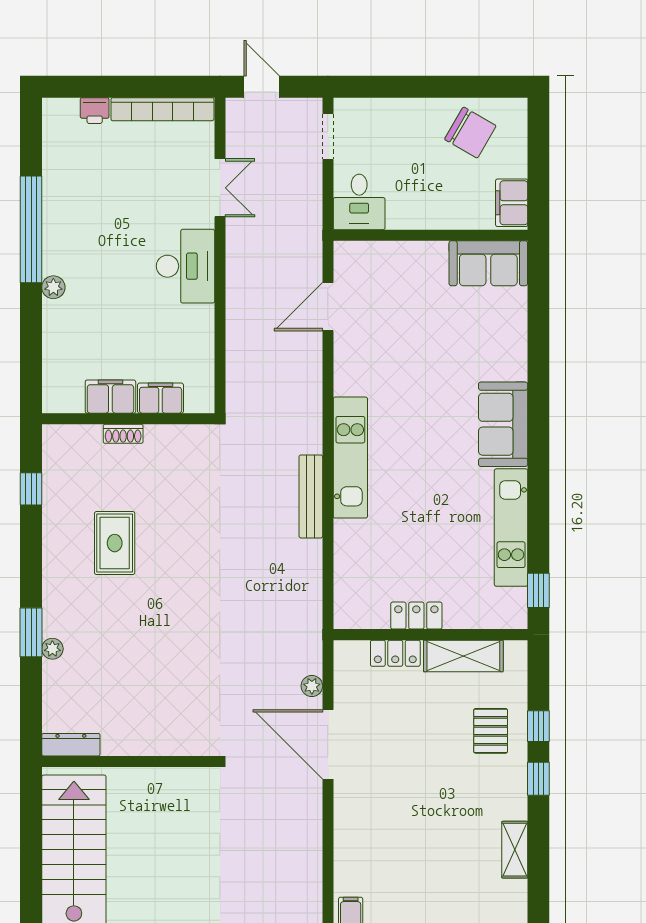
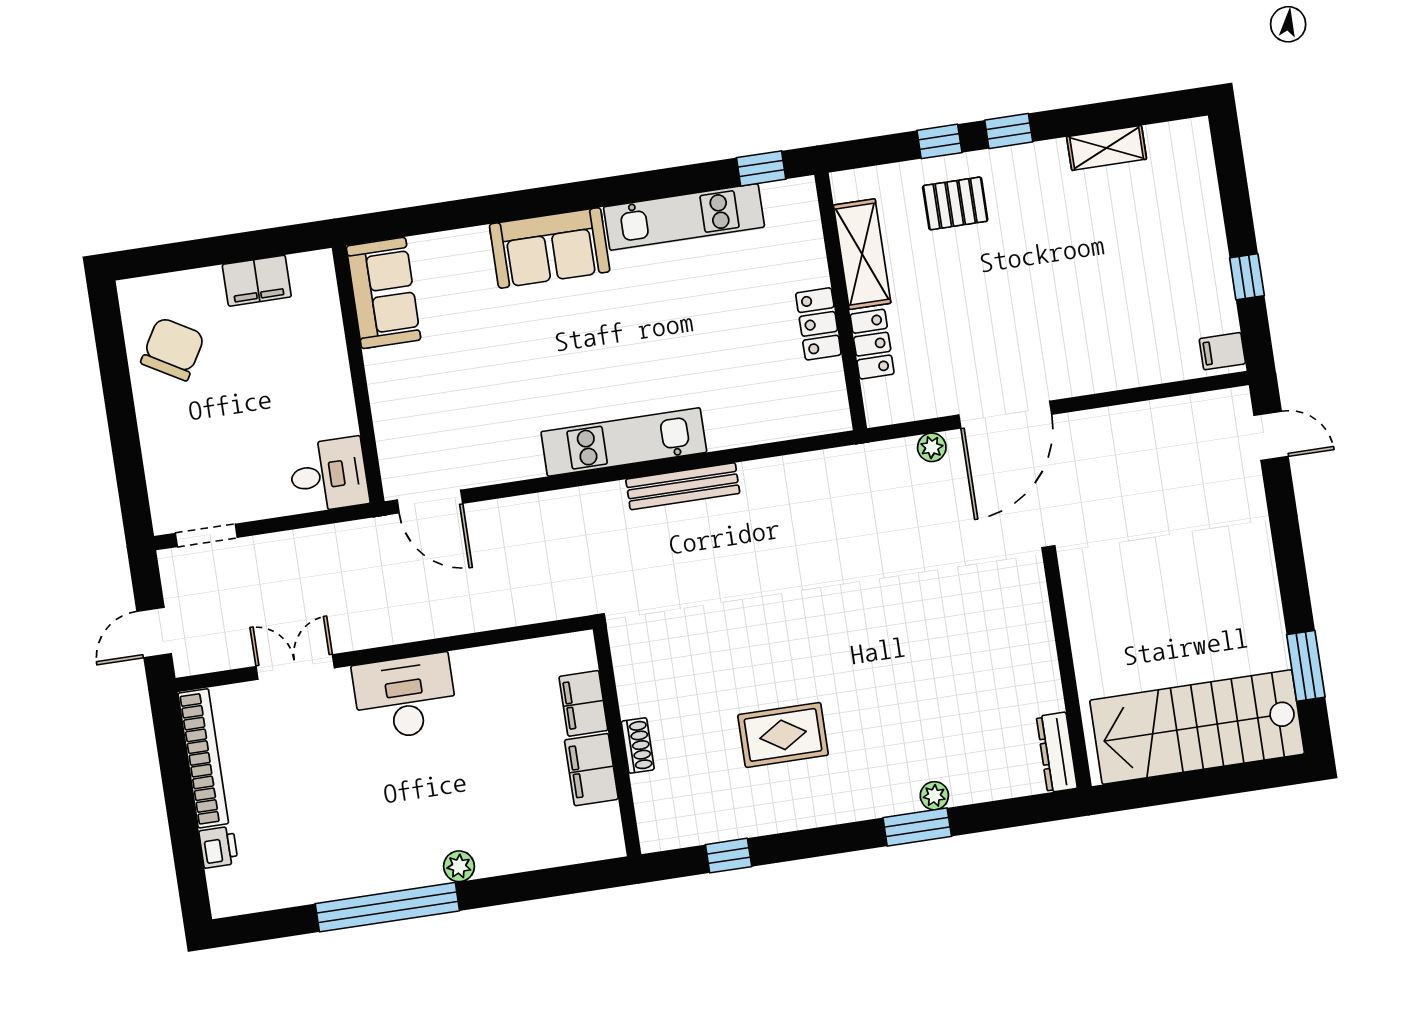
desk: (359, 202) -> (329, 475), moved
wall: (430, 235) -> (358, 375), moved
sofa: (488, 263) -> (384, 293), moved

